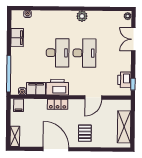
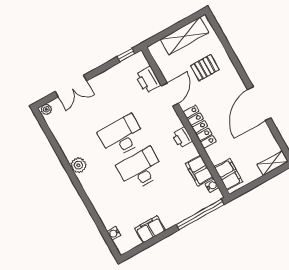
printer: (124, 80) -> (148, 80), moved, turned 90
printer: (57, 87) -> (182, 137), width x0.53, depth x0.68
door: (93, 97) -> (170, 94), hinge flipped
locker: (58, 104) -> (200, 127), width x1.53
filing cabinet: (19, 105) -> (228, 174), width x2.00
pallet: (85, 133) -> (205, 68), moved

